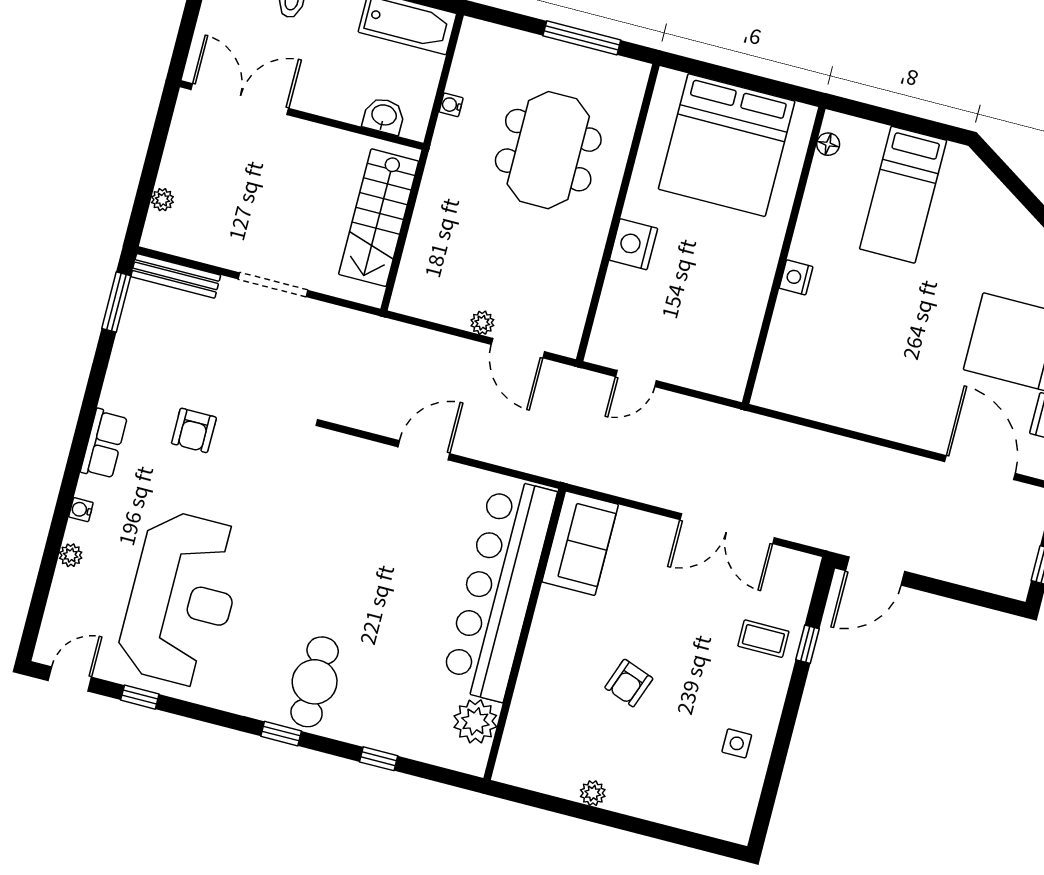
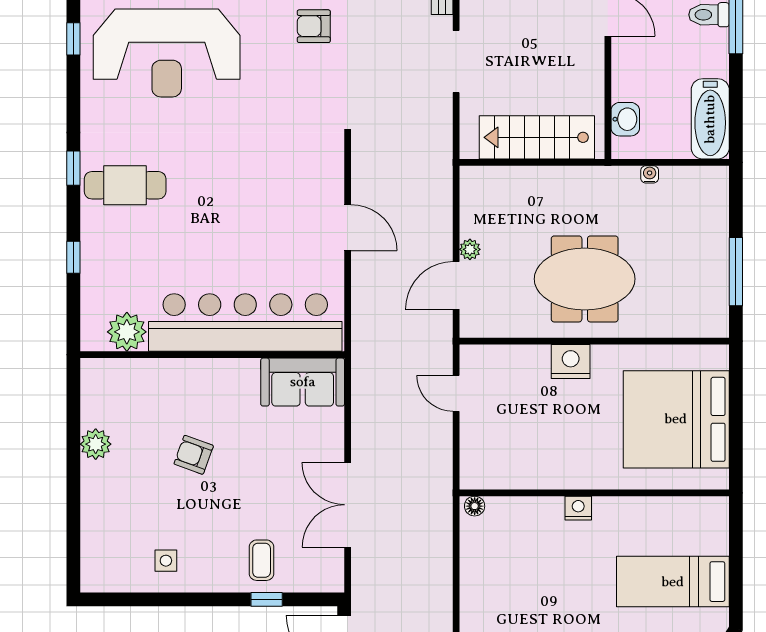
floor lamp: (828, 144) -> (475, 506), moved
meeting table: (548, 150) -> (585, 279), moved
plant: (593, 793) -> (96, 444), width x1.38, depth x1.38

